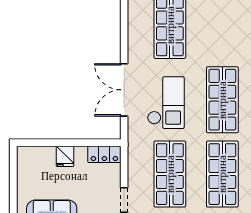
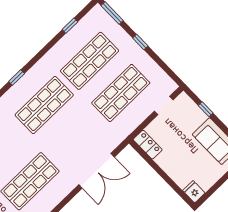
checkout: (166, 103) -> (80, 138), removed
fridge: (65, 156) -> (194, 192), moved, turned -90

